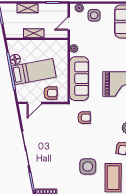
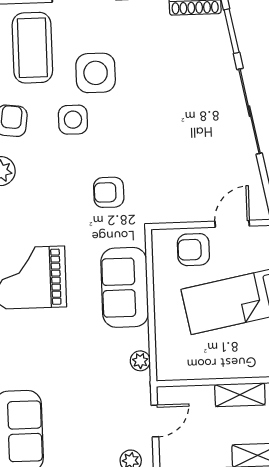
side table: (94, 15) -> (73, 120), moved
sofa: (79, 79) -> (125, 287), width x0.73

